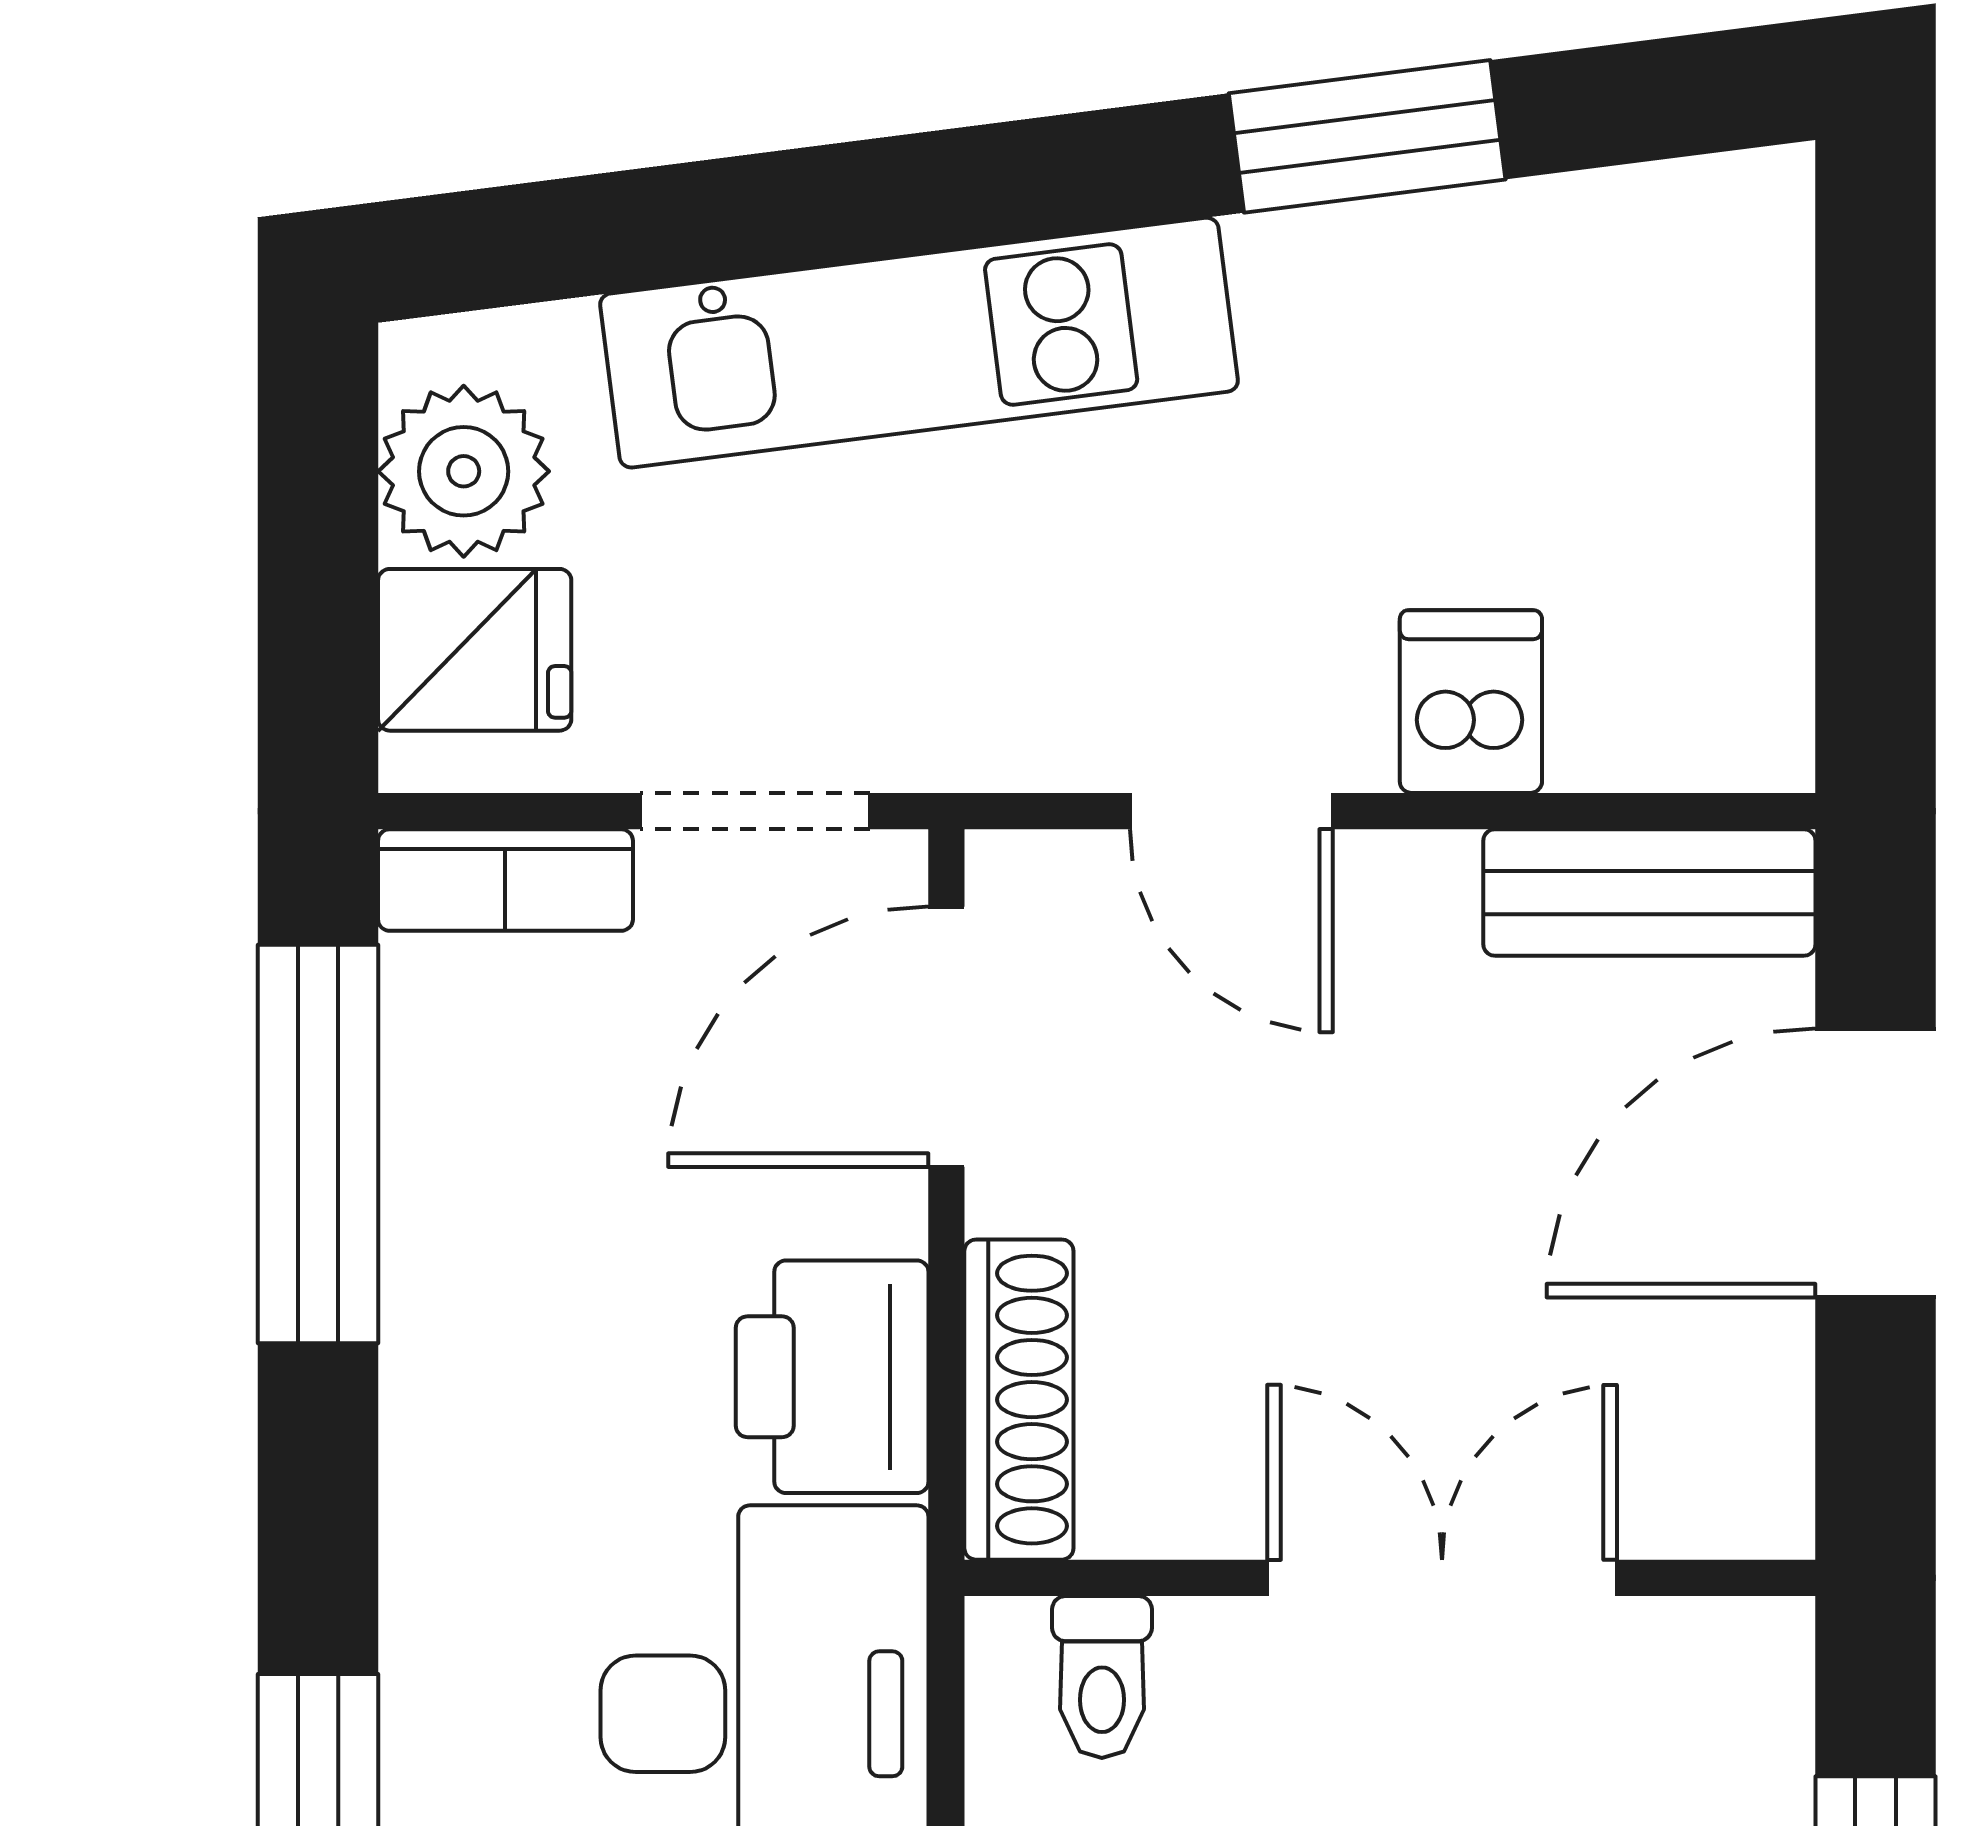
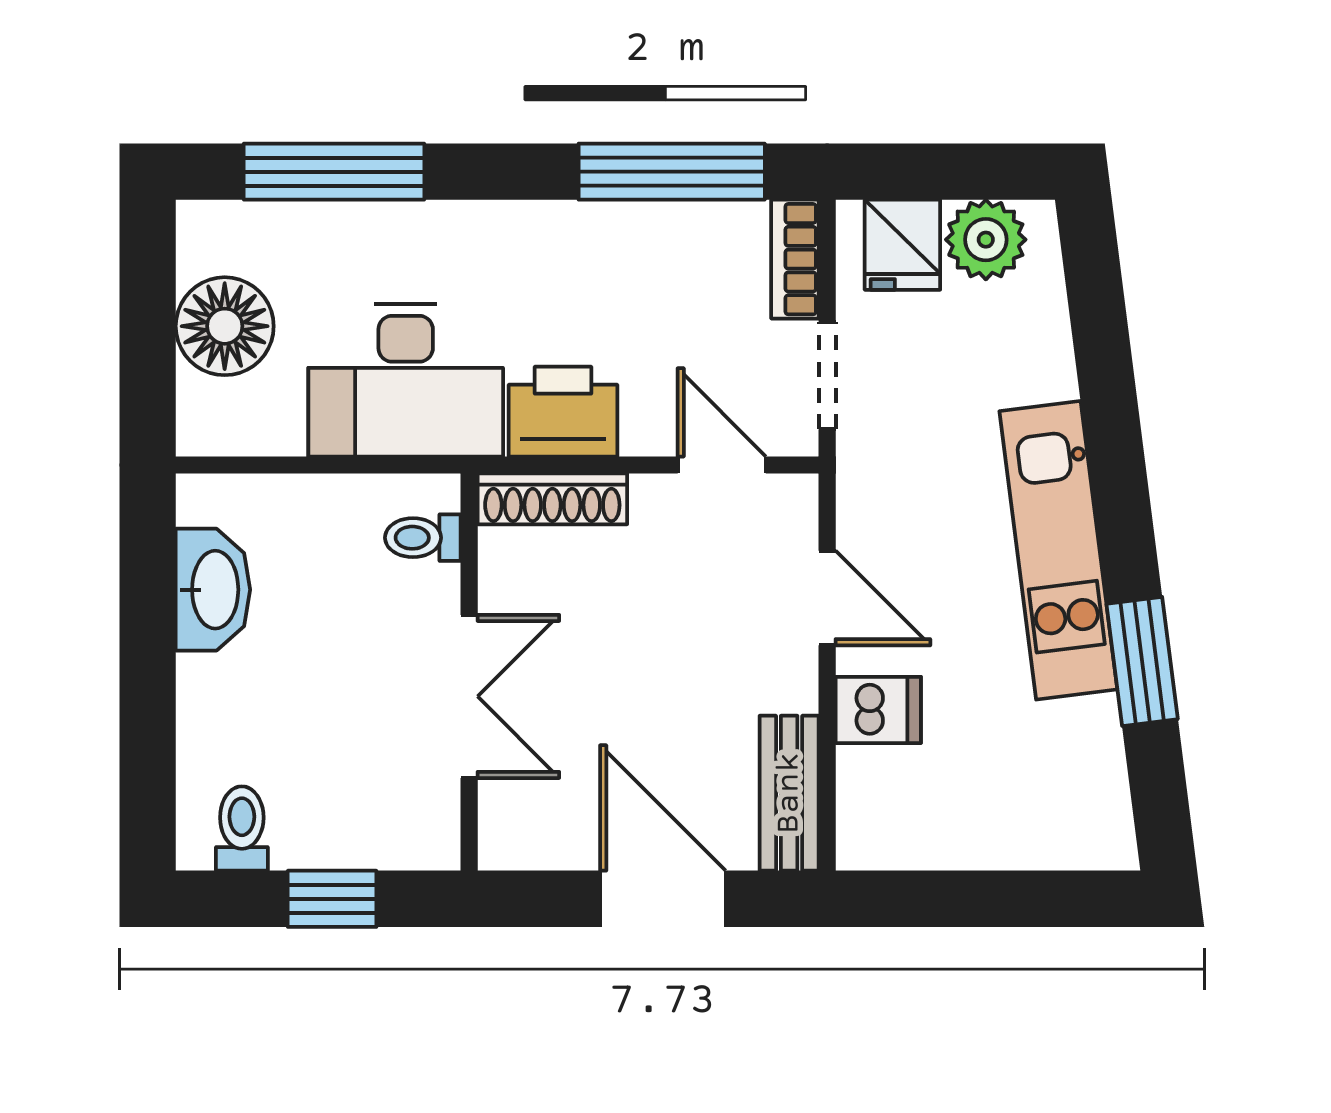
kitchen unit: (919, 343) -> (1058, 550), moved
door: (1231, 811) -> (827, 598), swing flipped
door: (946, 1037) -> (722, 465), width x0.73

